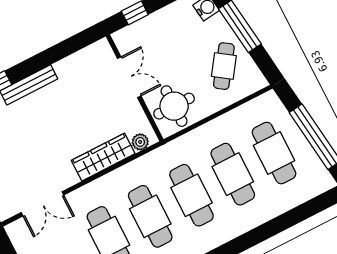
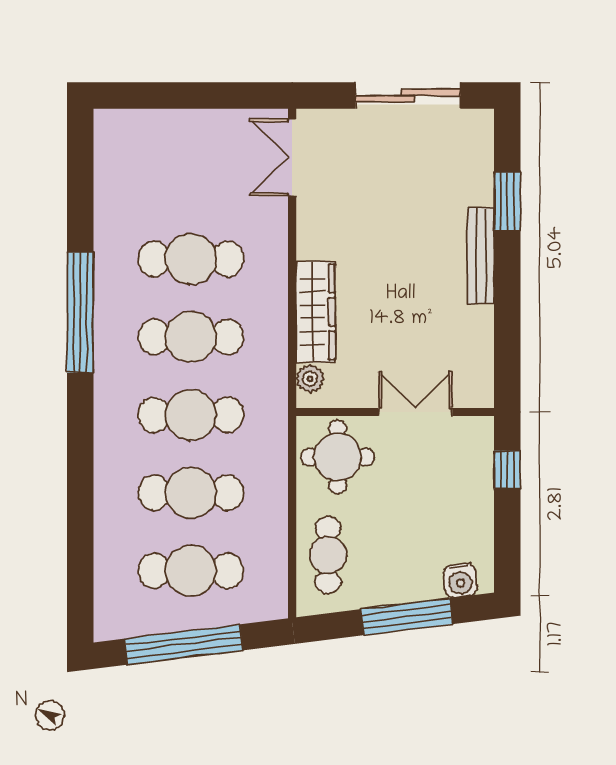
cafe table: (224, 66) -> (328, 555), moved, turned 55
double door: (129, 77) -> (415, 412), swing flipped
double door: (42, 204) -> (292, 157), moved

